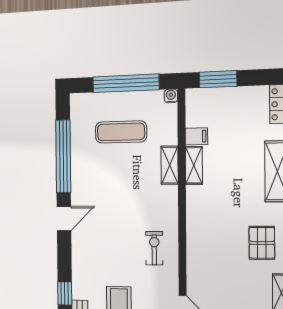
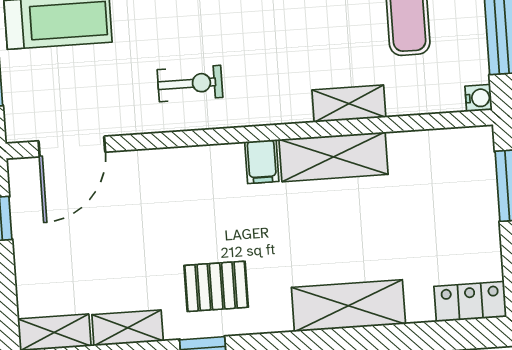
filing cabinet: (196, 136) -> (262, 162), moved
shelving: (194, 165) -> (334, 157), width x1.50, depth x1.33

